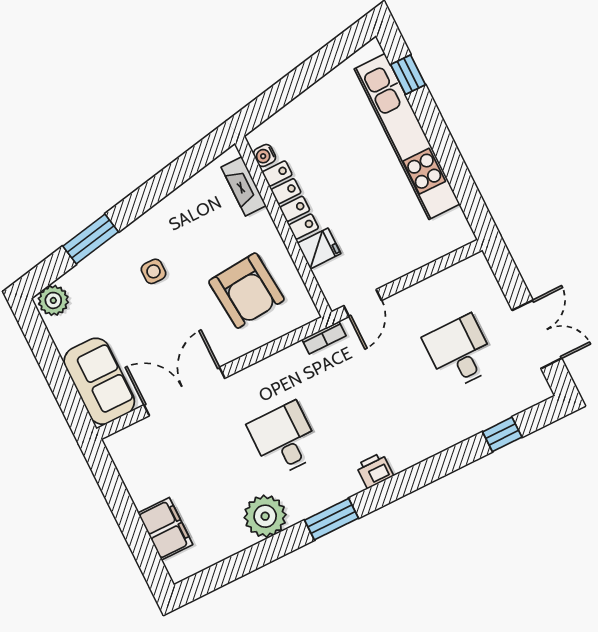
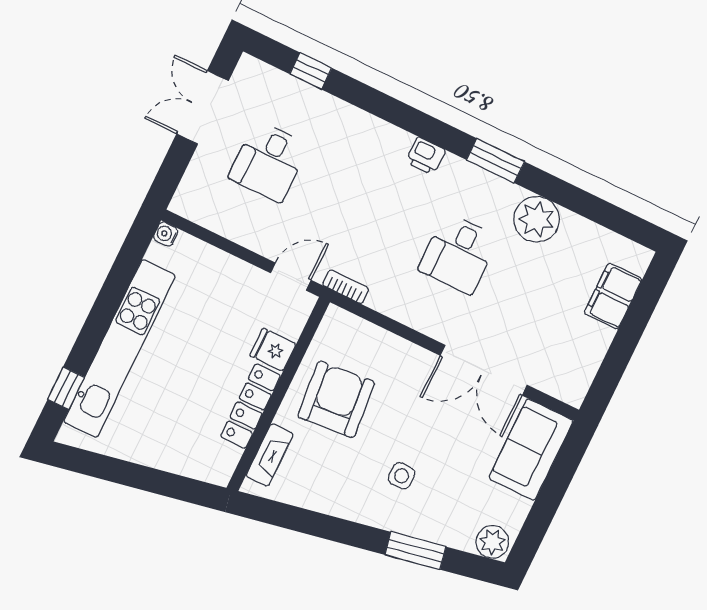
water cooler: (264, 155) -> (166, 234), moved, turned 180
armchair: (246, 291) -> (336, 399), moved

